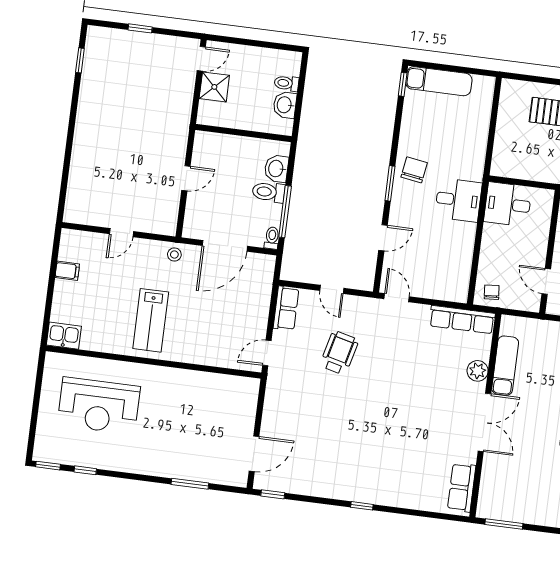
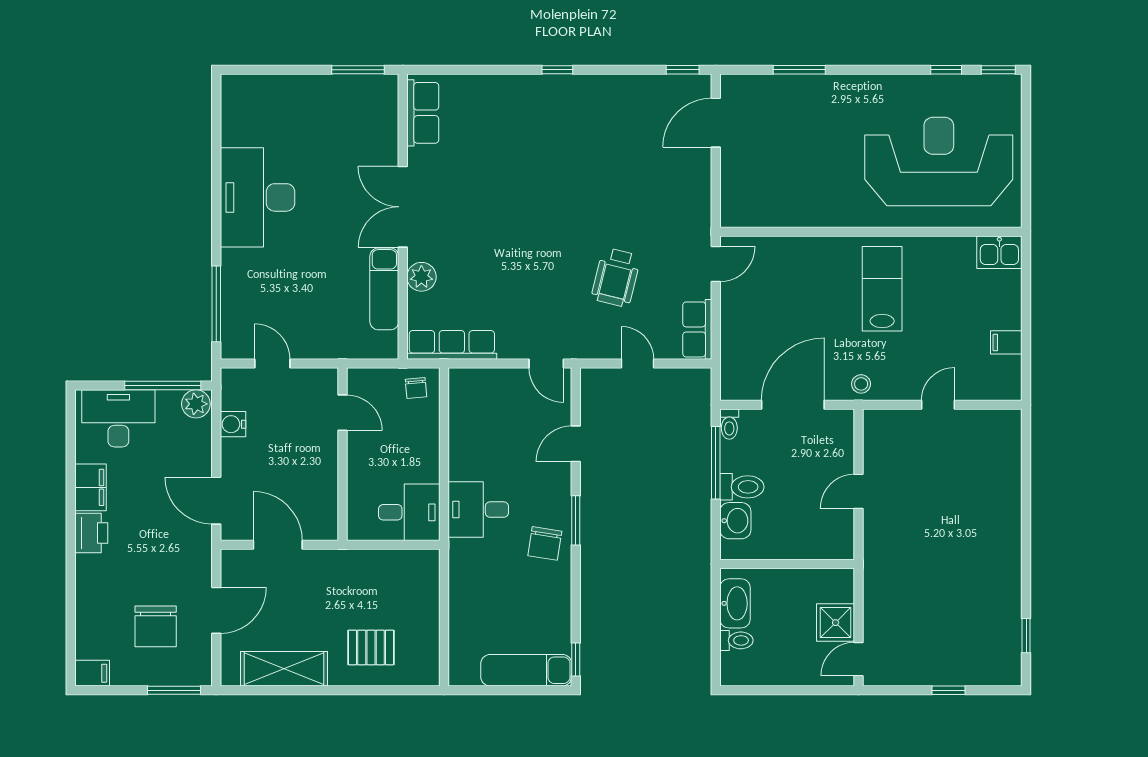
washbasin: (285, 105) -> (735, 603), width x1.38
reception desk: (99, 406) -> (939, 162), width x1.36, depth x1.30

